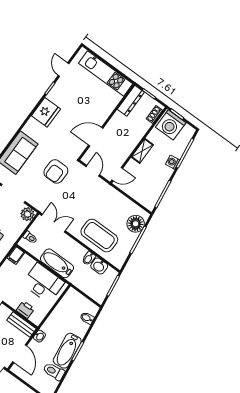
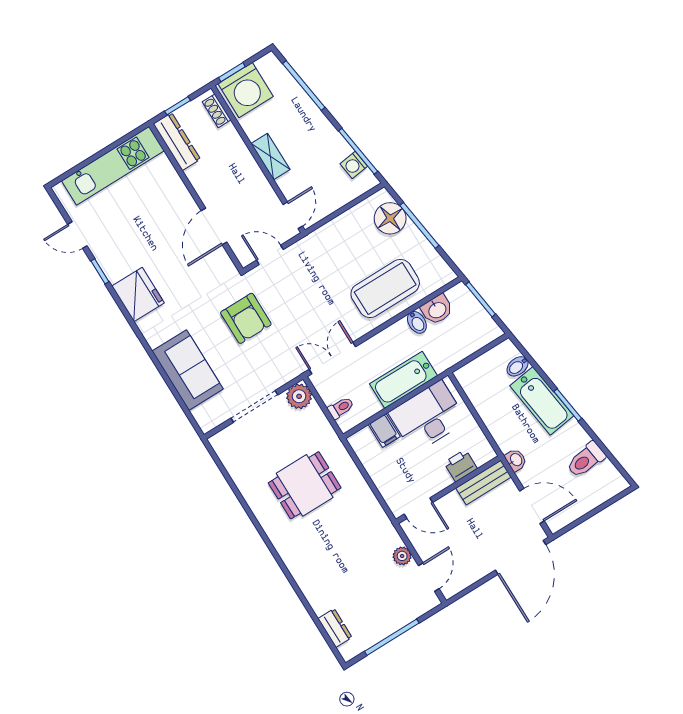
washing machine: (173, 162) -> (354, 165), moved
filing cabinet: (16, 255) -> (384, 430), moved
bathtub: (67, 351) -> (542, 401), moved

